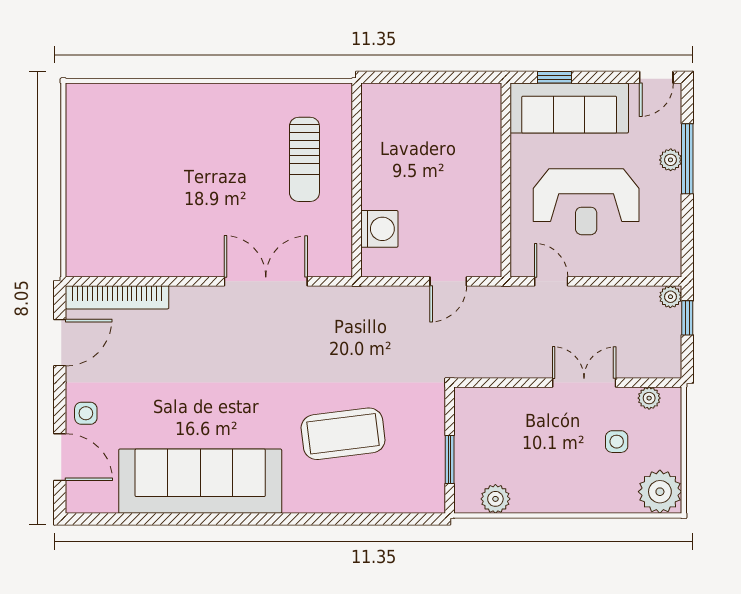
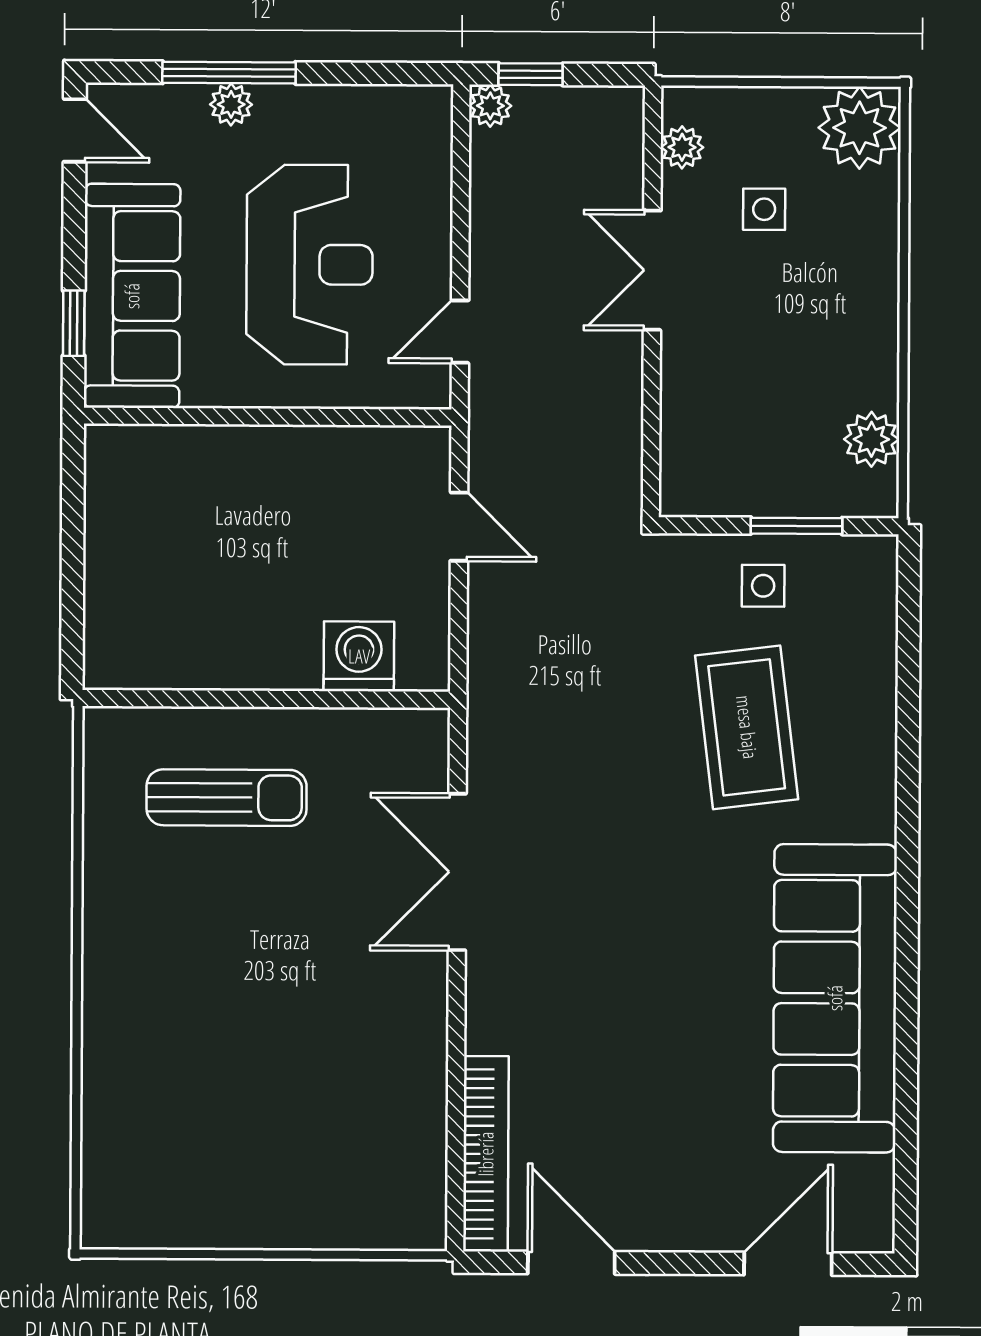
side table: (86, 413) -> (763, 586), moved

